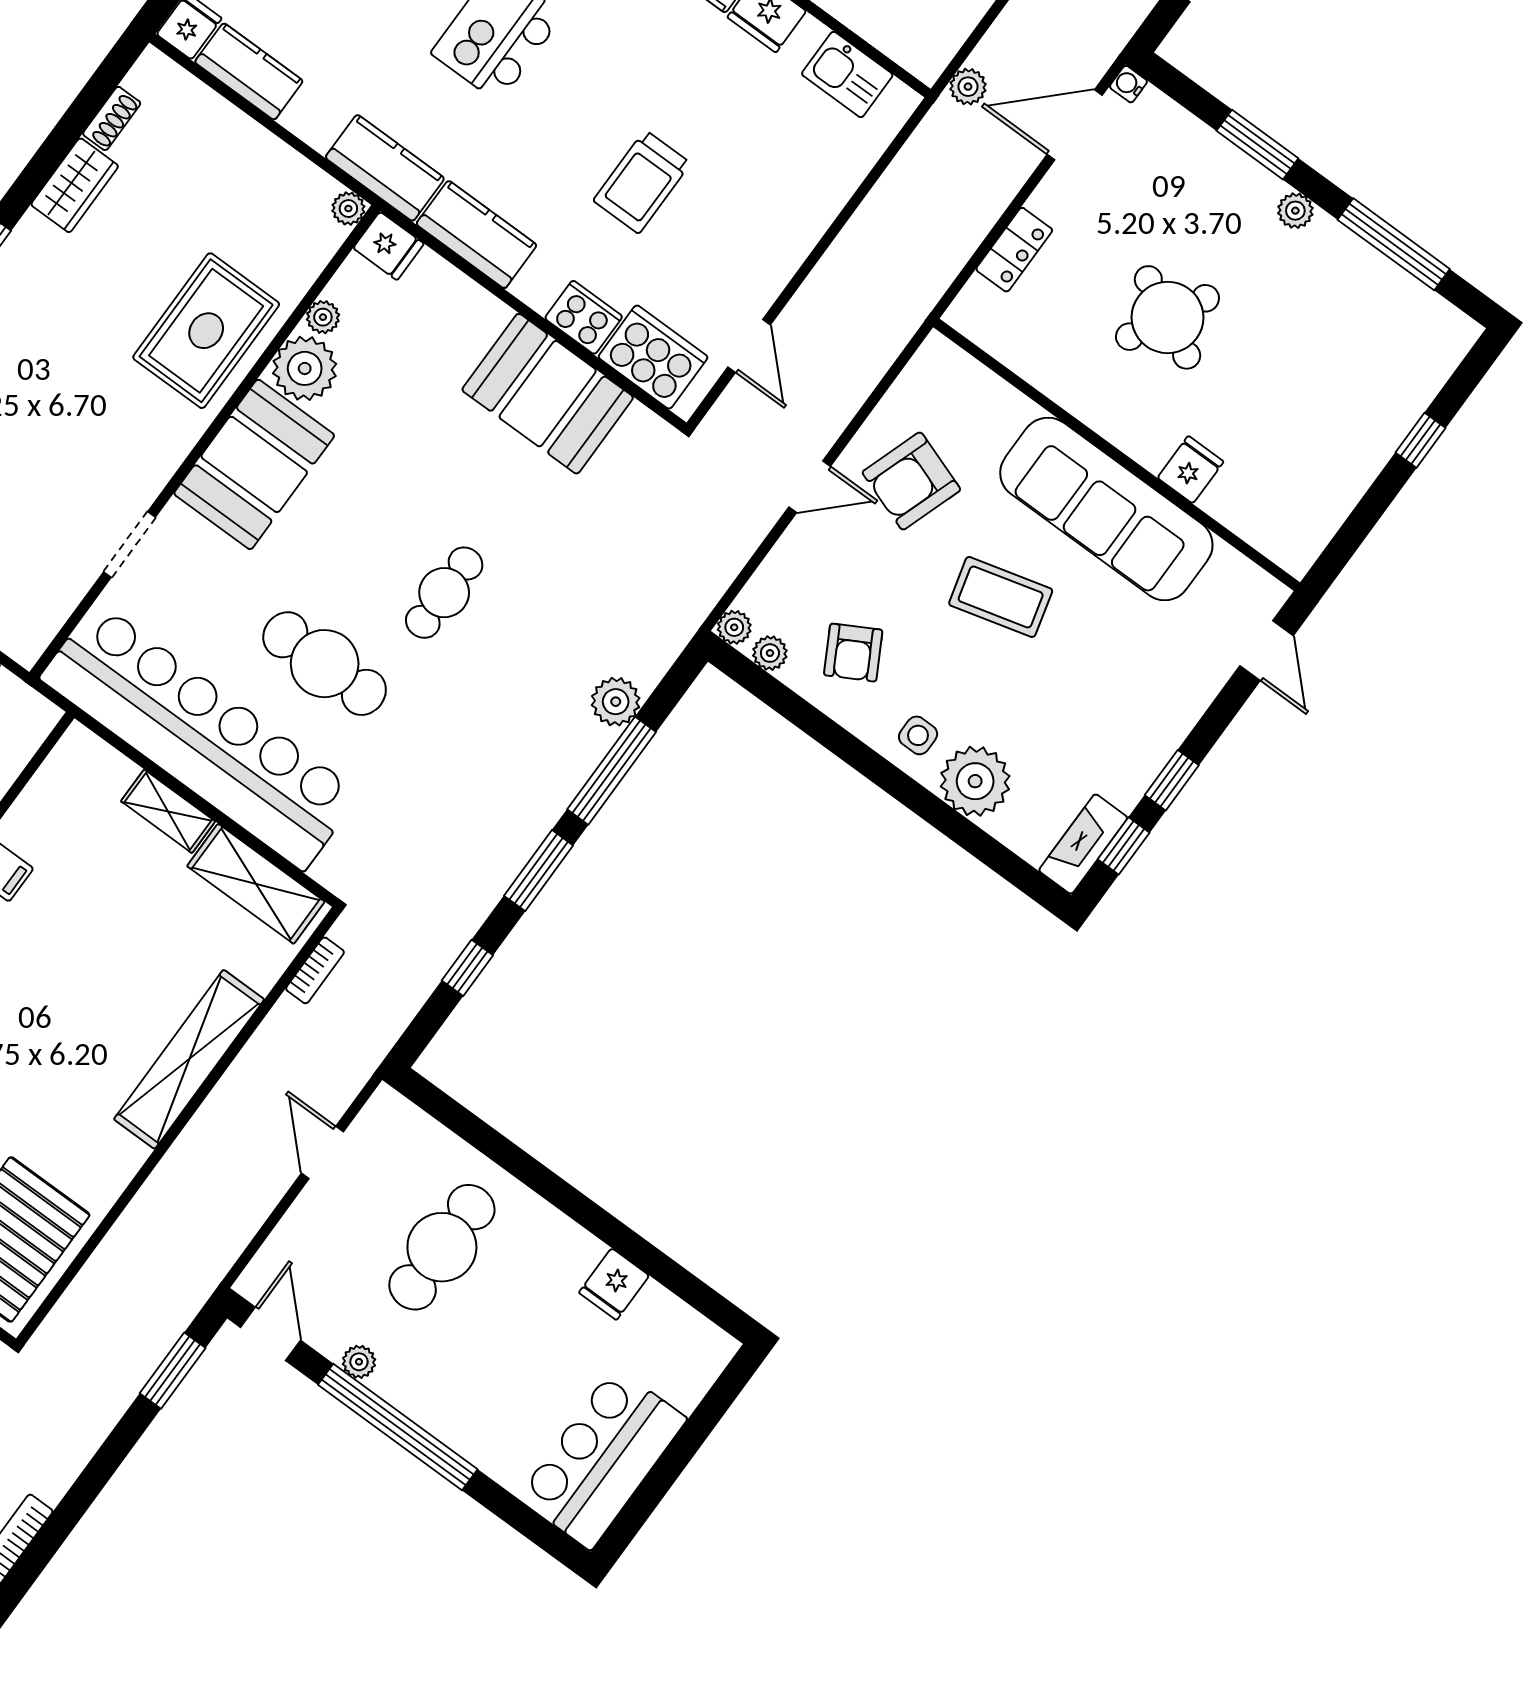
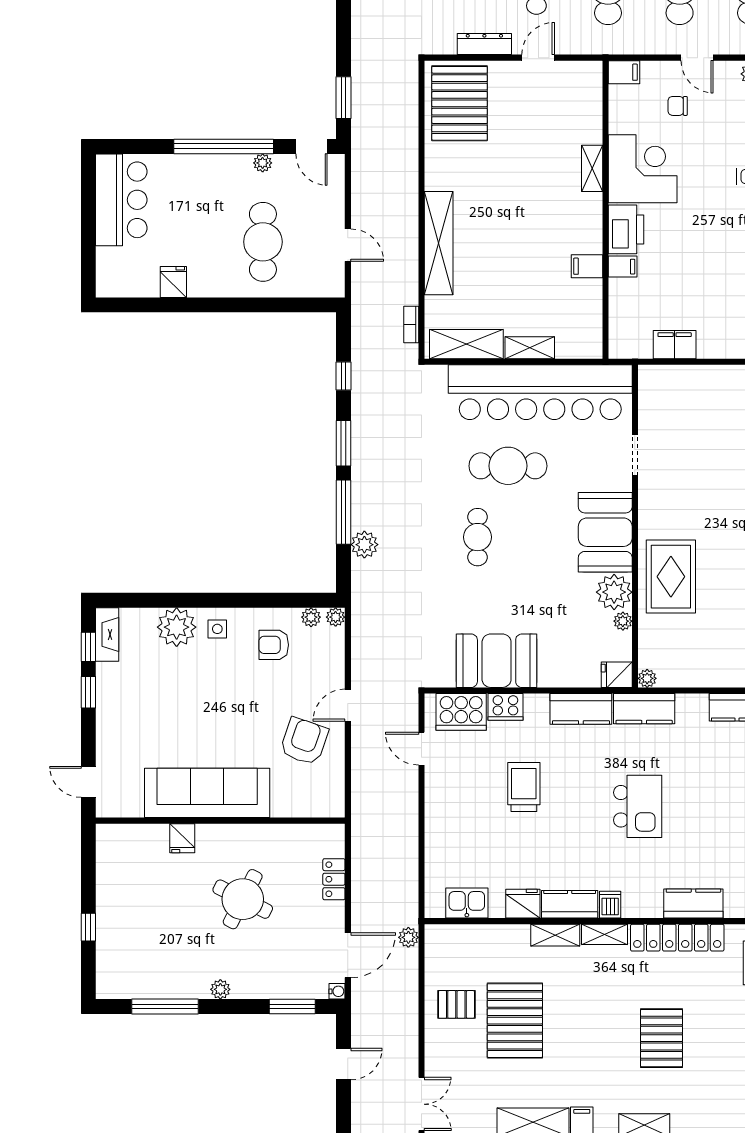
window: (1257, 145) -> (292, 1007), moved
coffee table: (1001, 597) -> (226, 718), removed
armchair: (853, 653) -> (274, 645), turned -61

